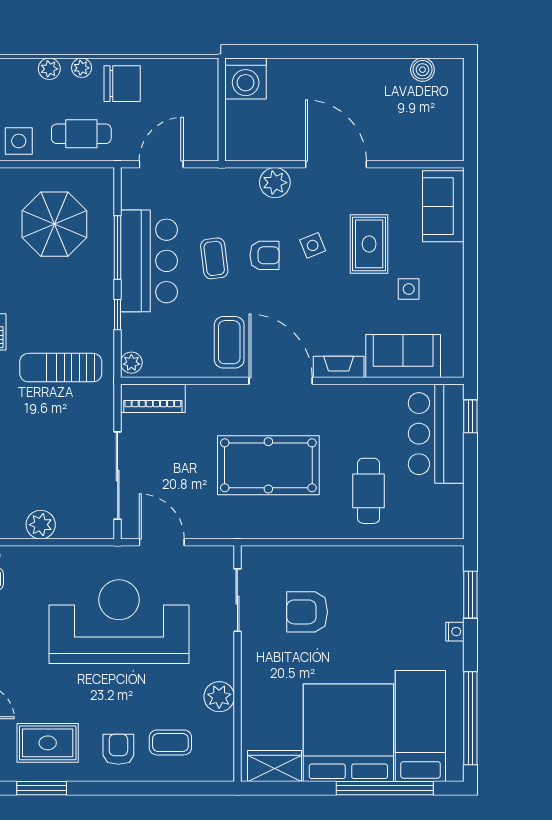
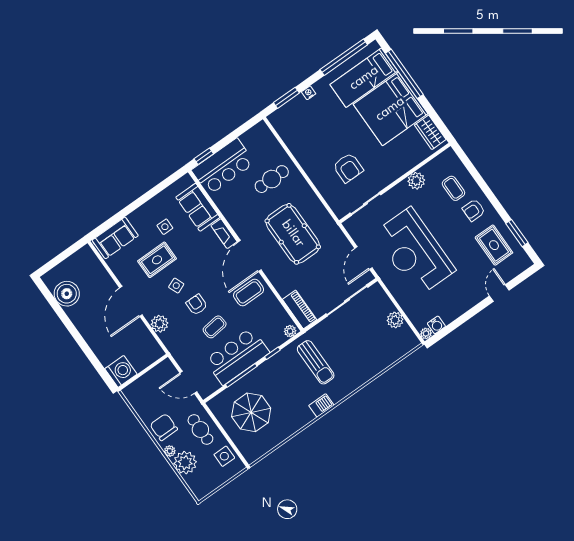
plant: (49, 69) -> (185, 463), width x1.87, depth x1.87
boiler: (422, 70) -> (67, 294), width x1.86, depth x1.86

